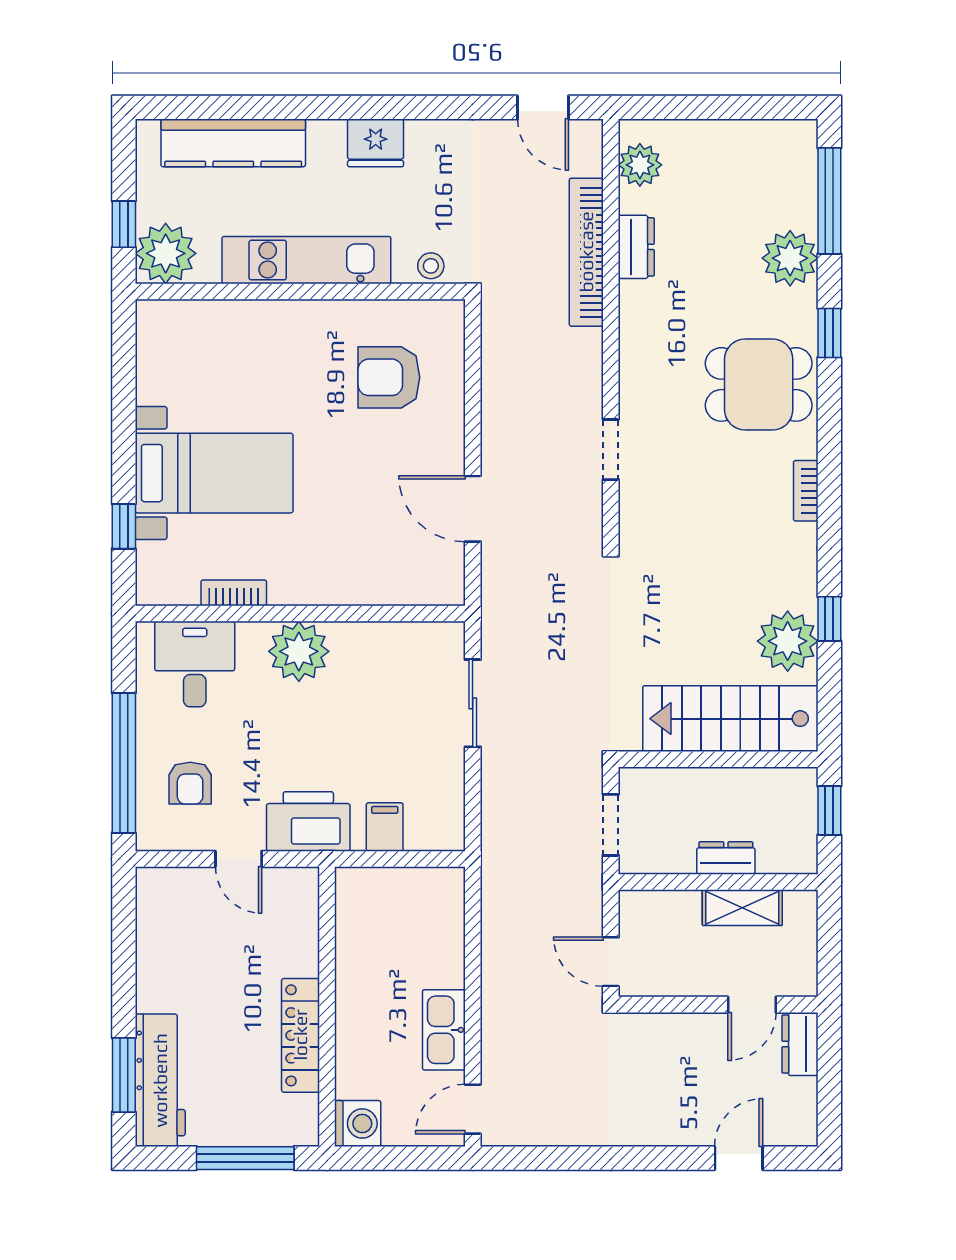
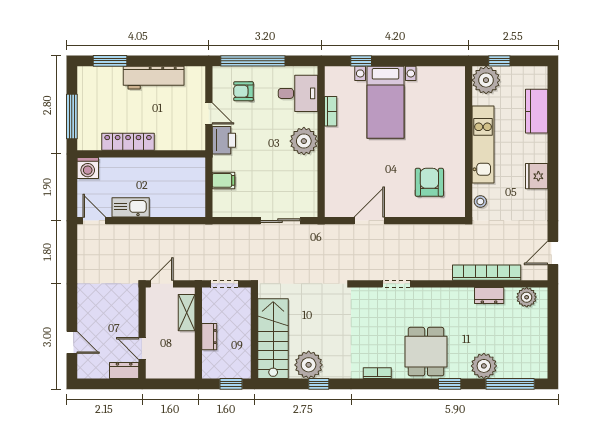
kitchen counter: (233, 143) -> (537, 111), width x0.67
printer: (308, 821) -> (224, 140), width x0.73, depth x0.84
door: (239, 859) -> (209, 114), swing flipped
shelving: (742, 908) -> (187, 313), moved
workbench: (160, 1080) -> (154, 78), moved

